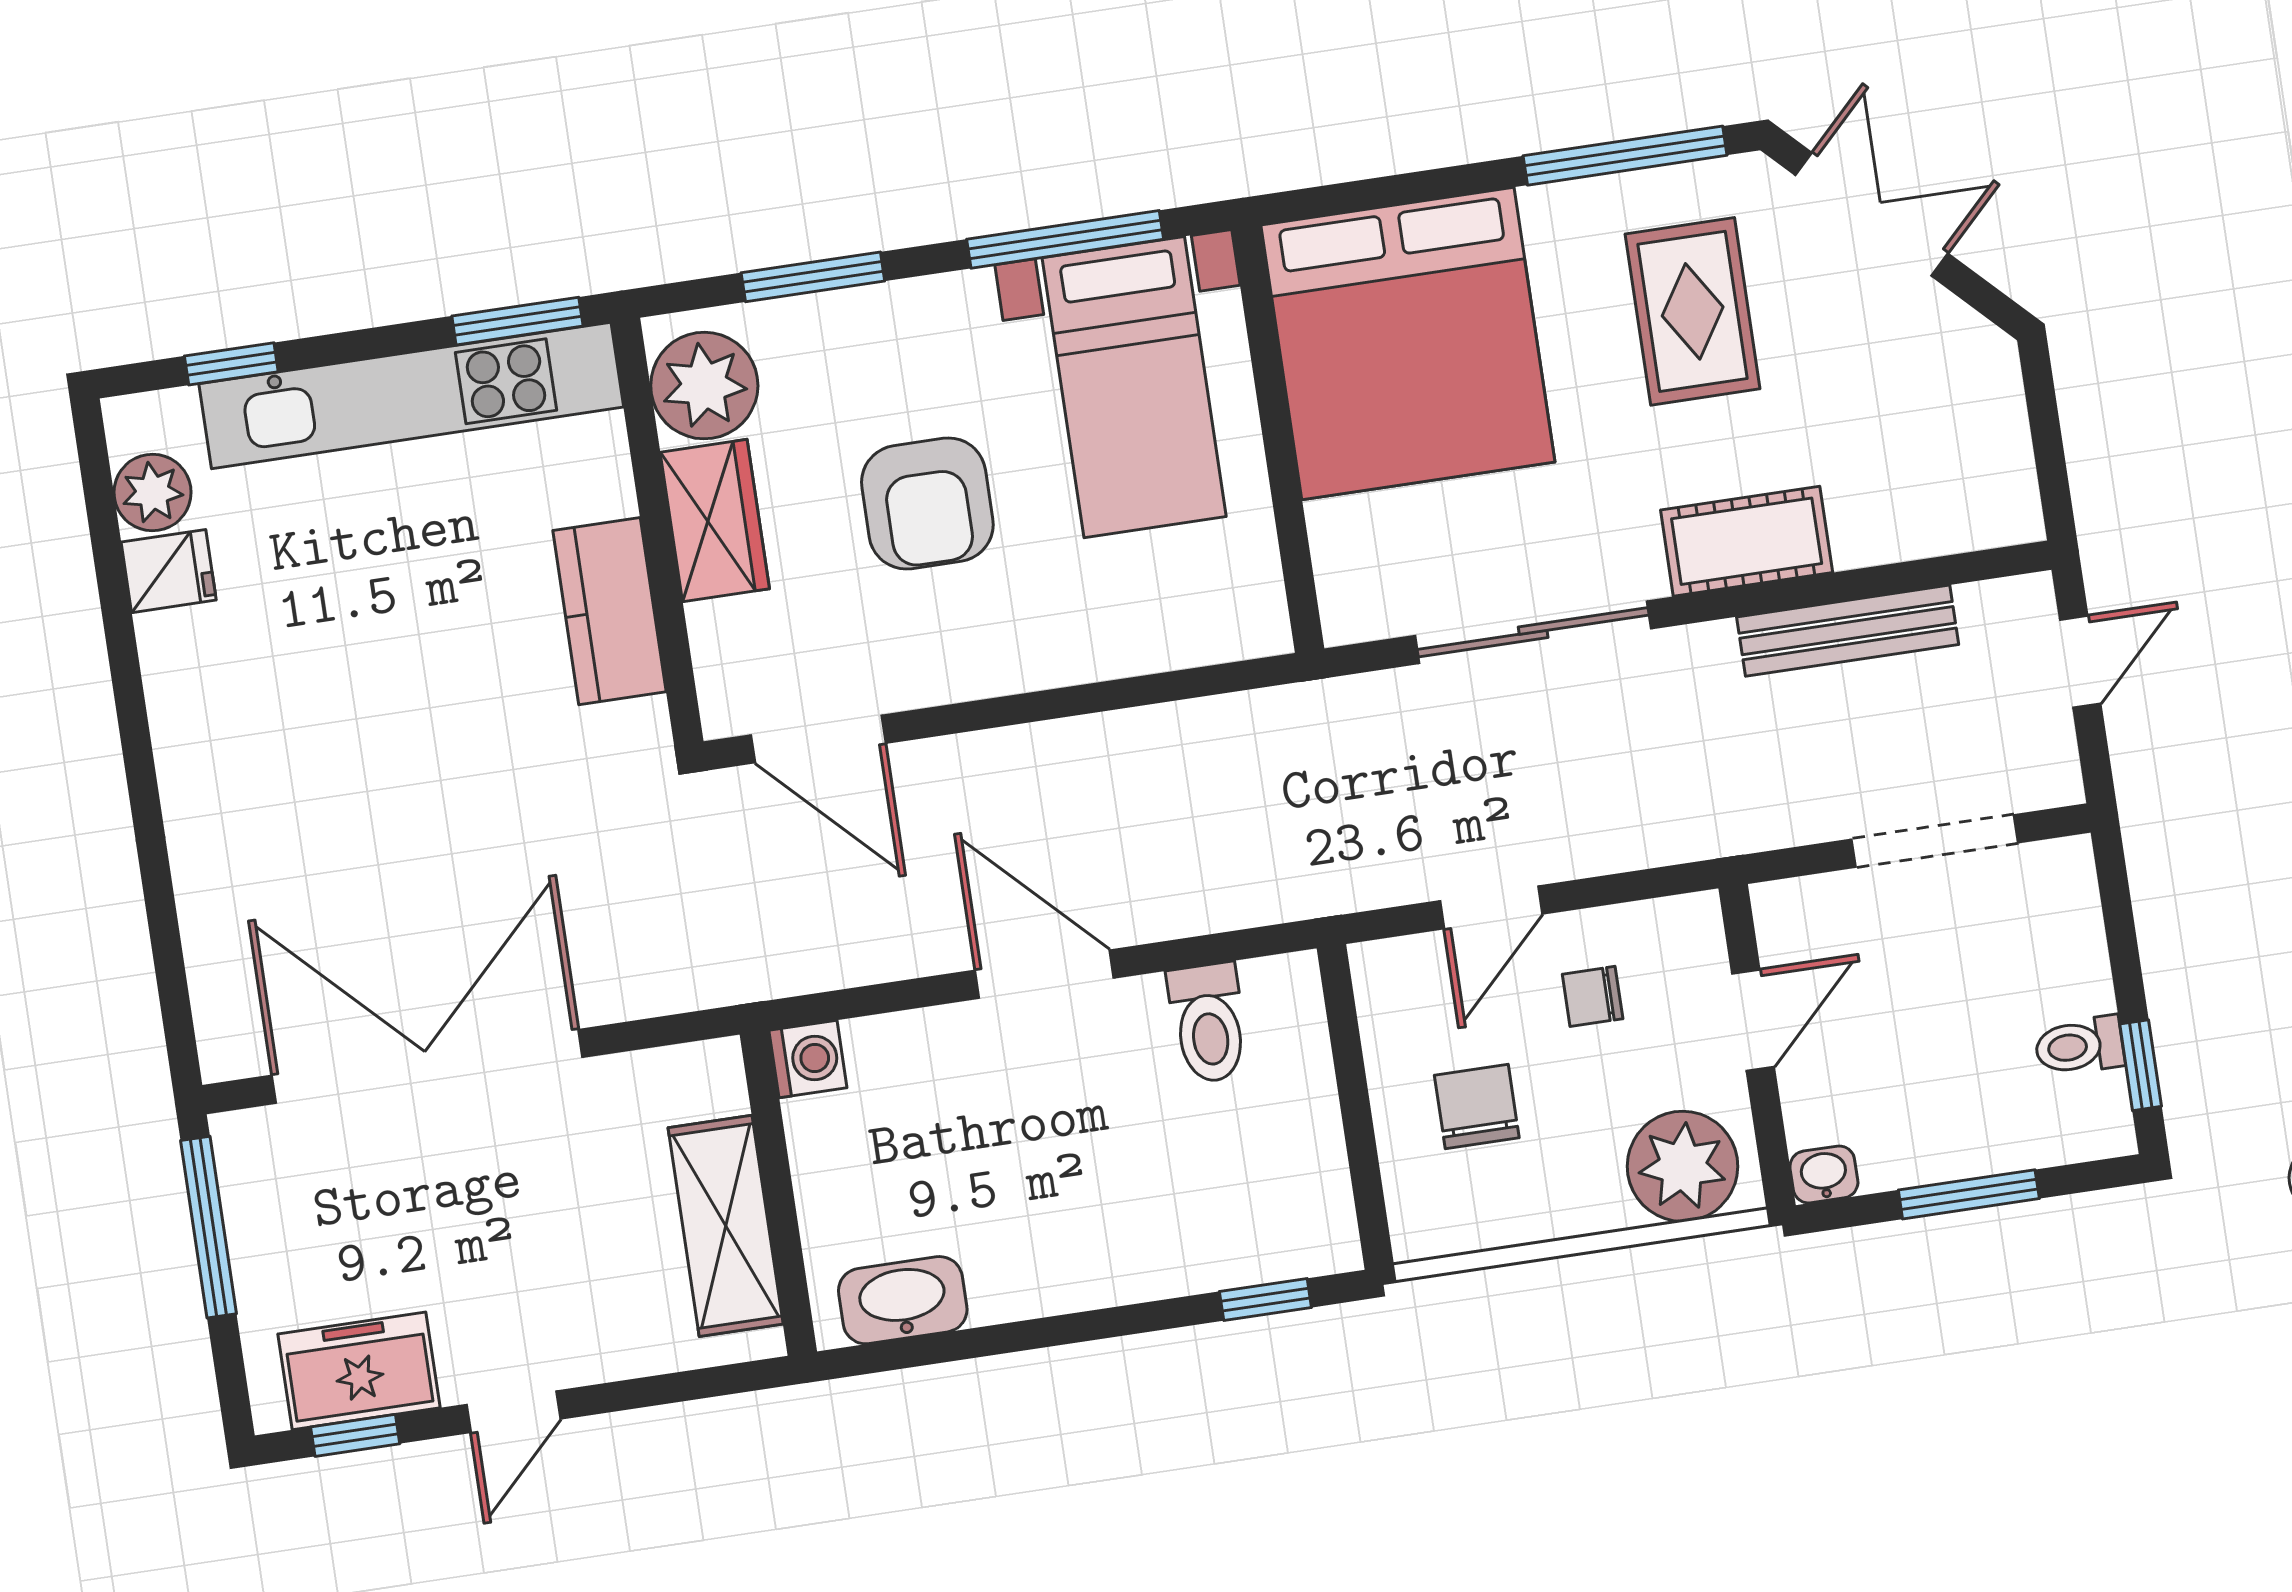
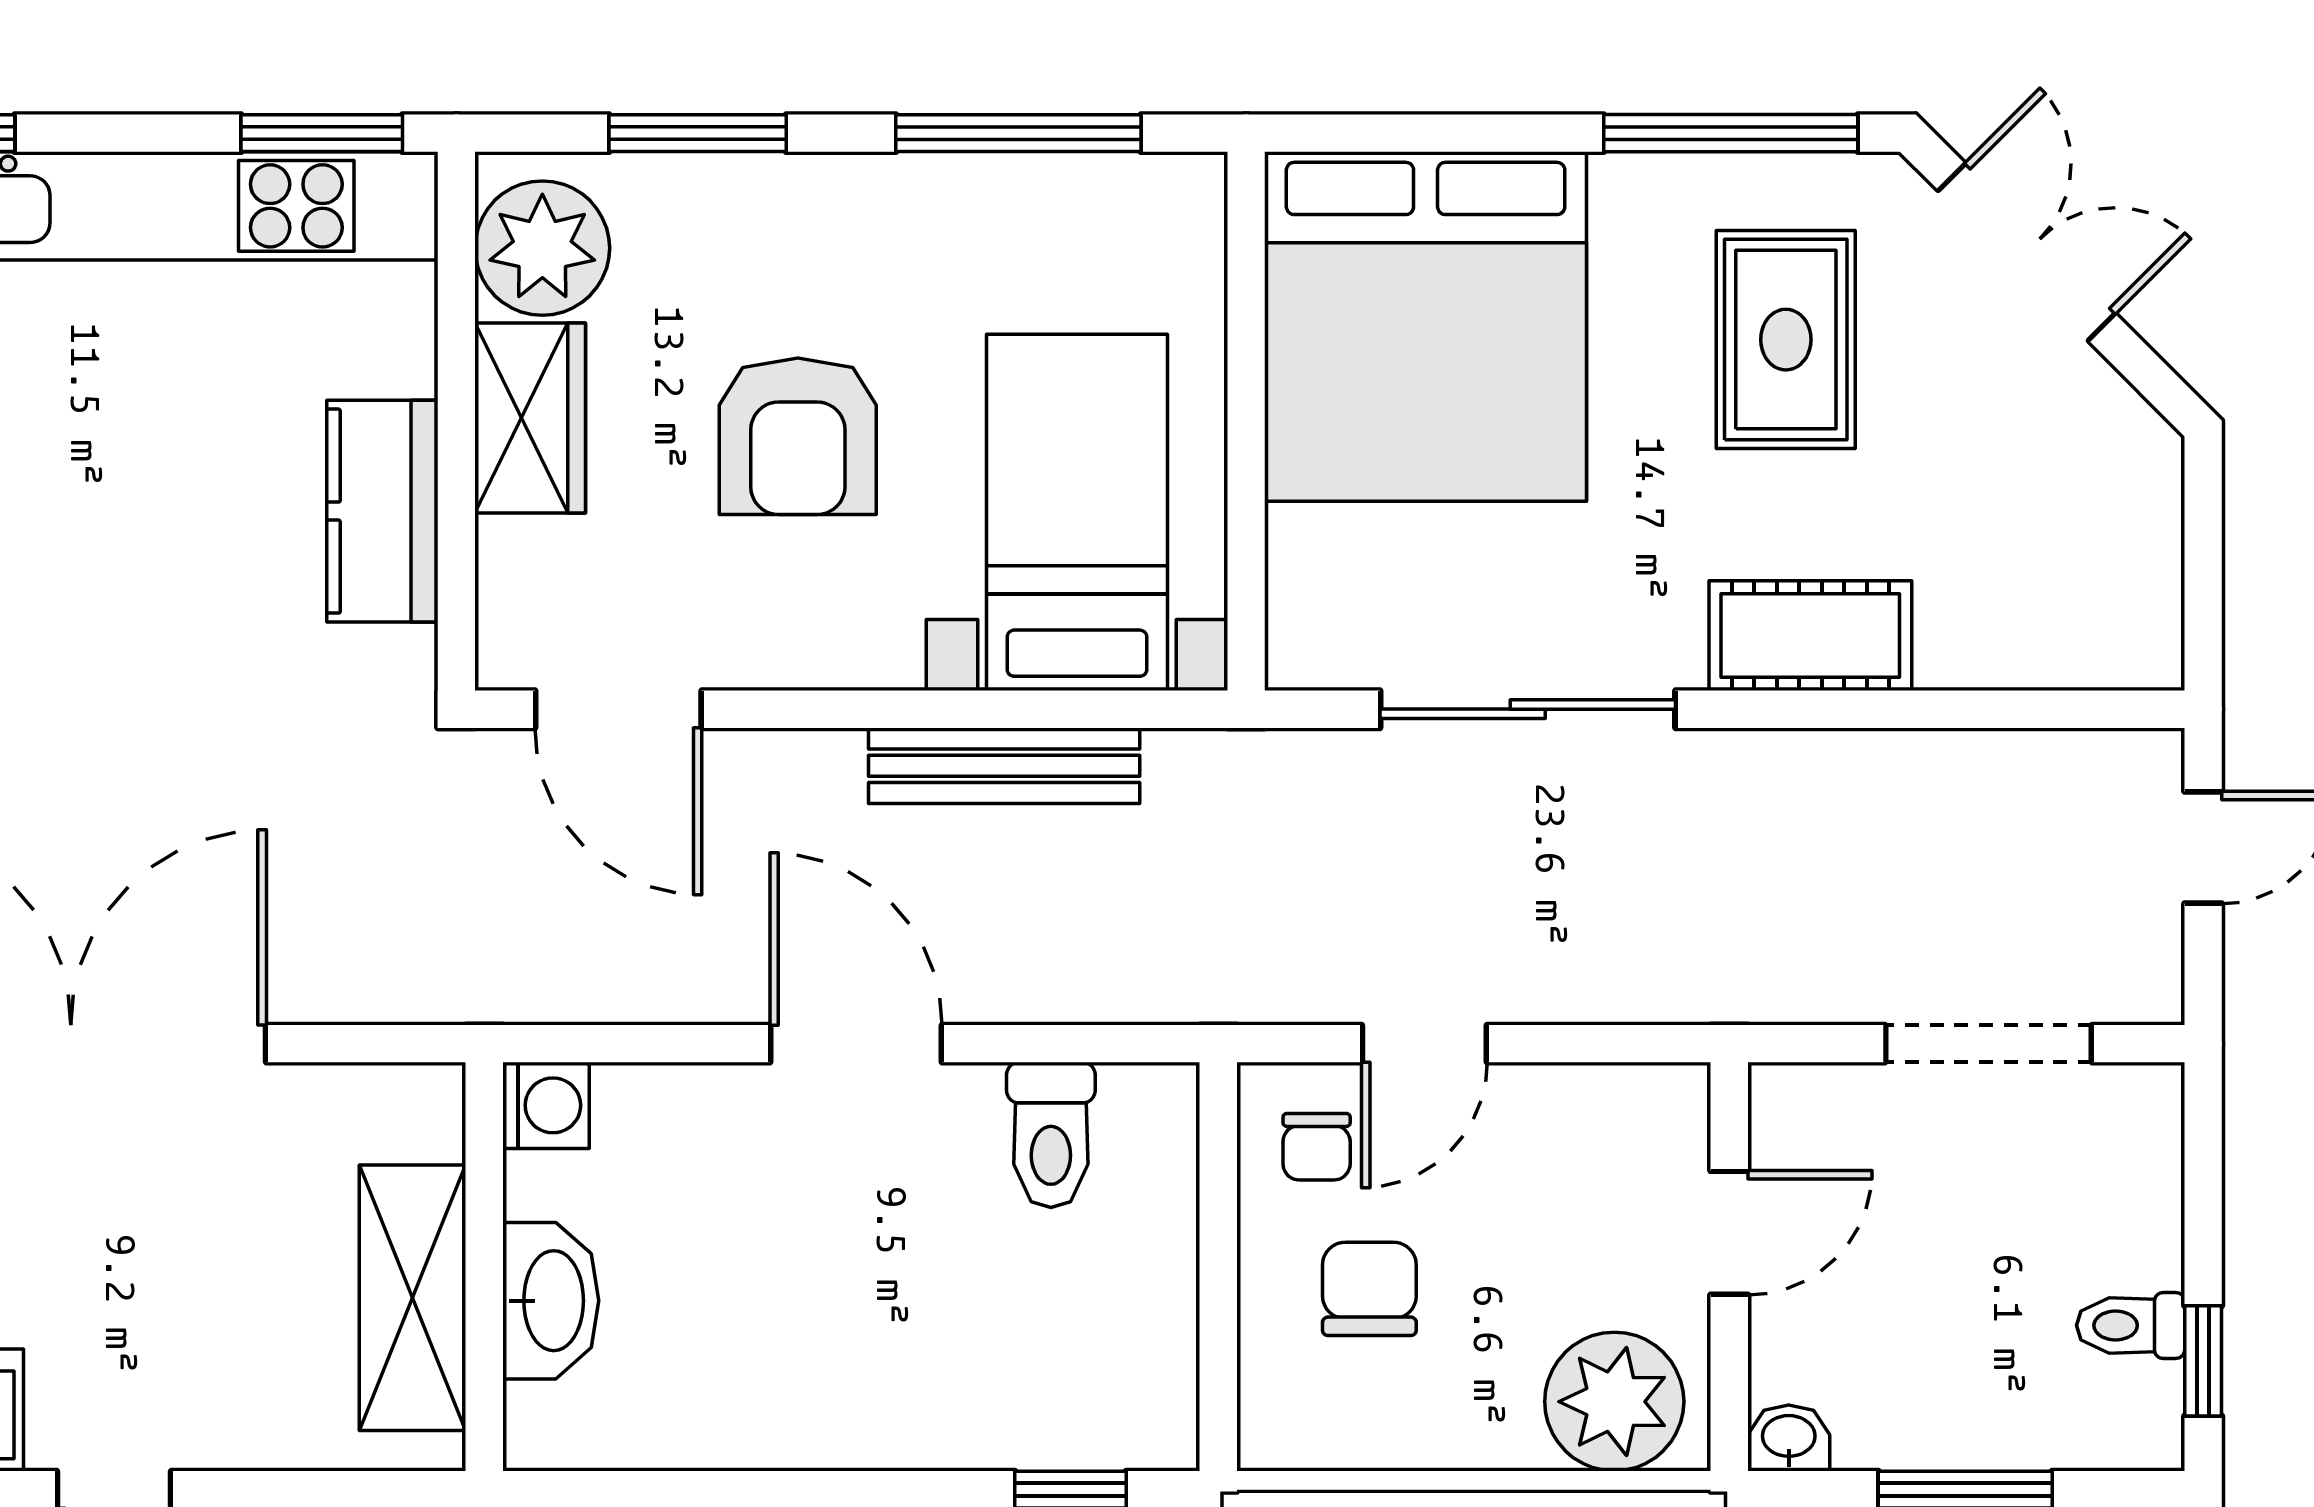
bed with nightstands: (1134, 387) -> (1077, 512), moved, turned 180
bench: (1848, 631) -> (1004, 766), moved
chair: (1593, 996) -> (1317, 1147), moved, turned -90
washbasin: (903, 1300) -> (551, 1301), moved, turned 90

